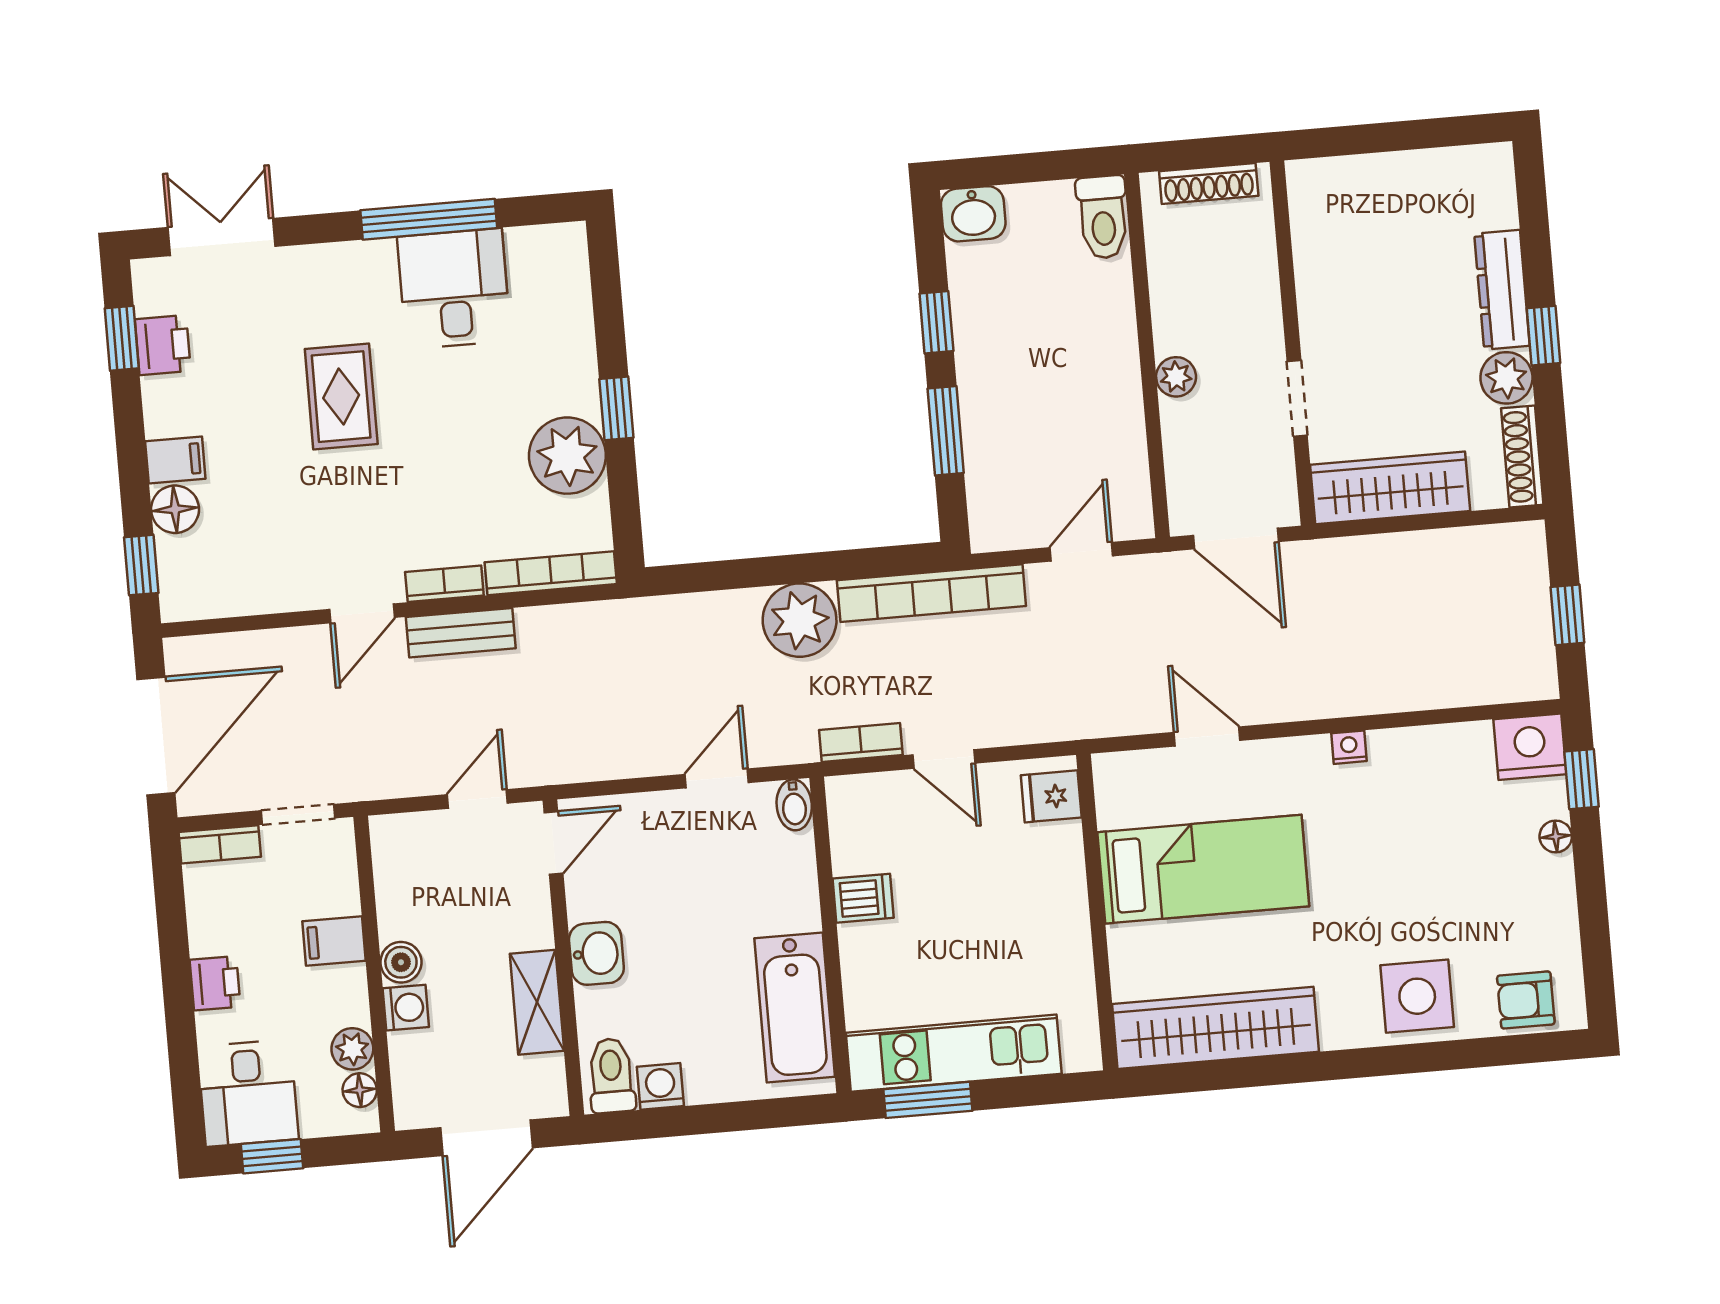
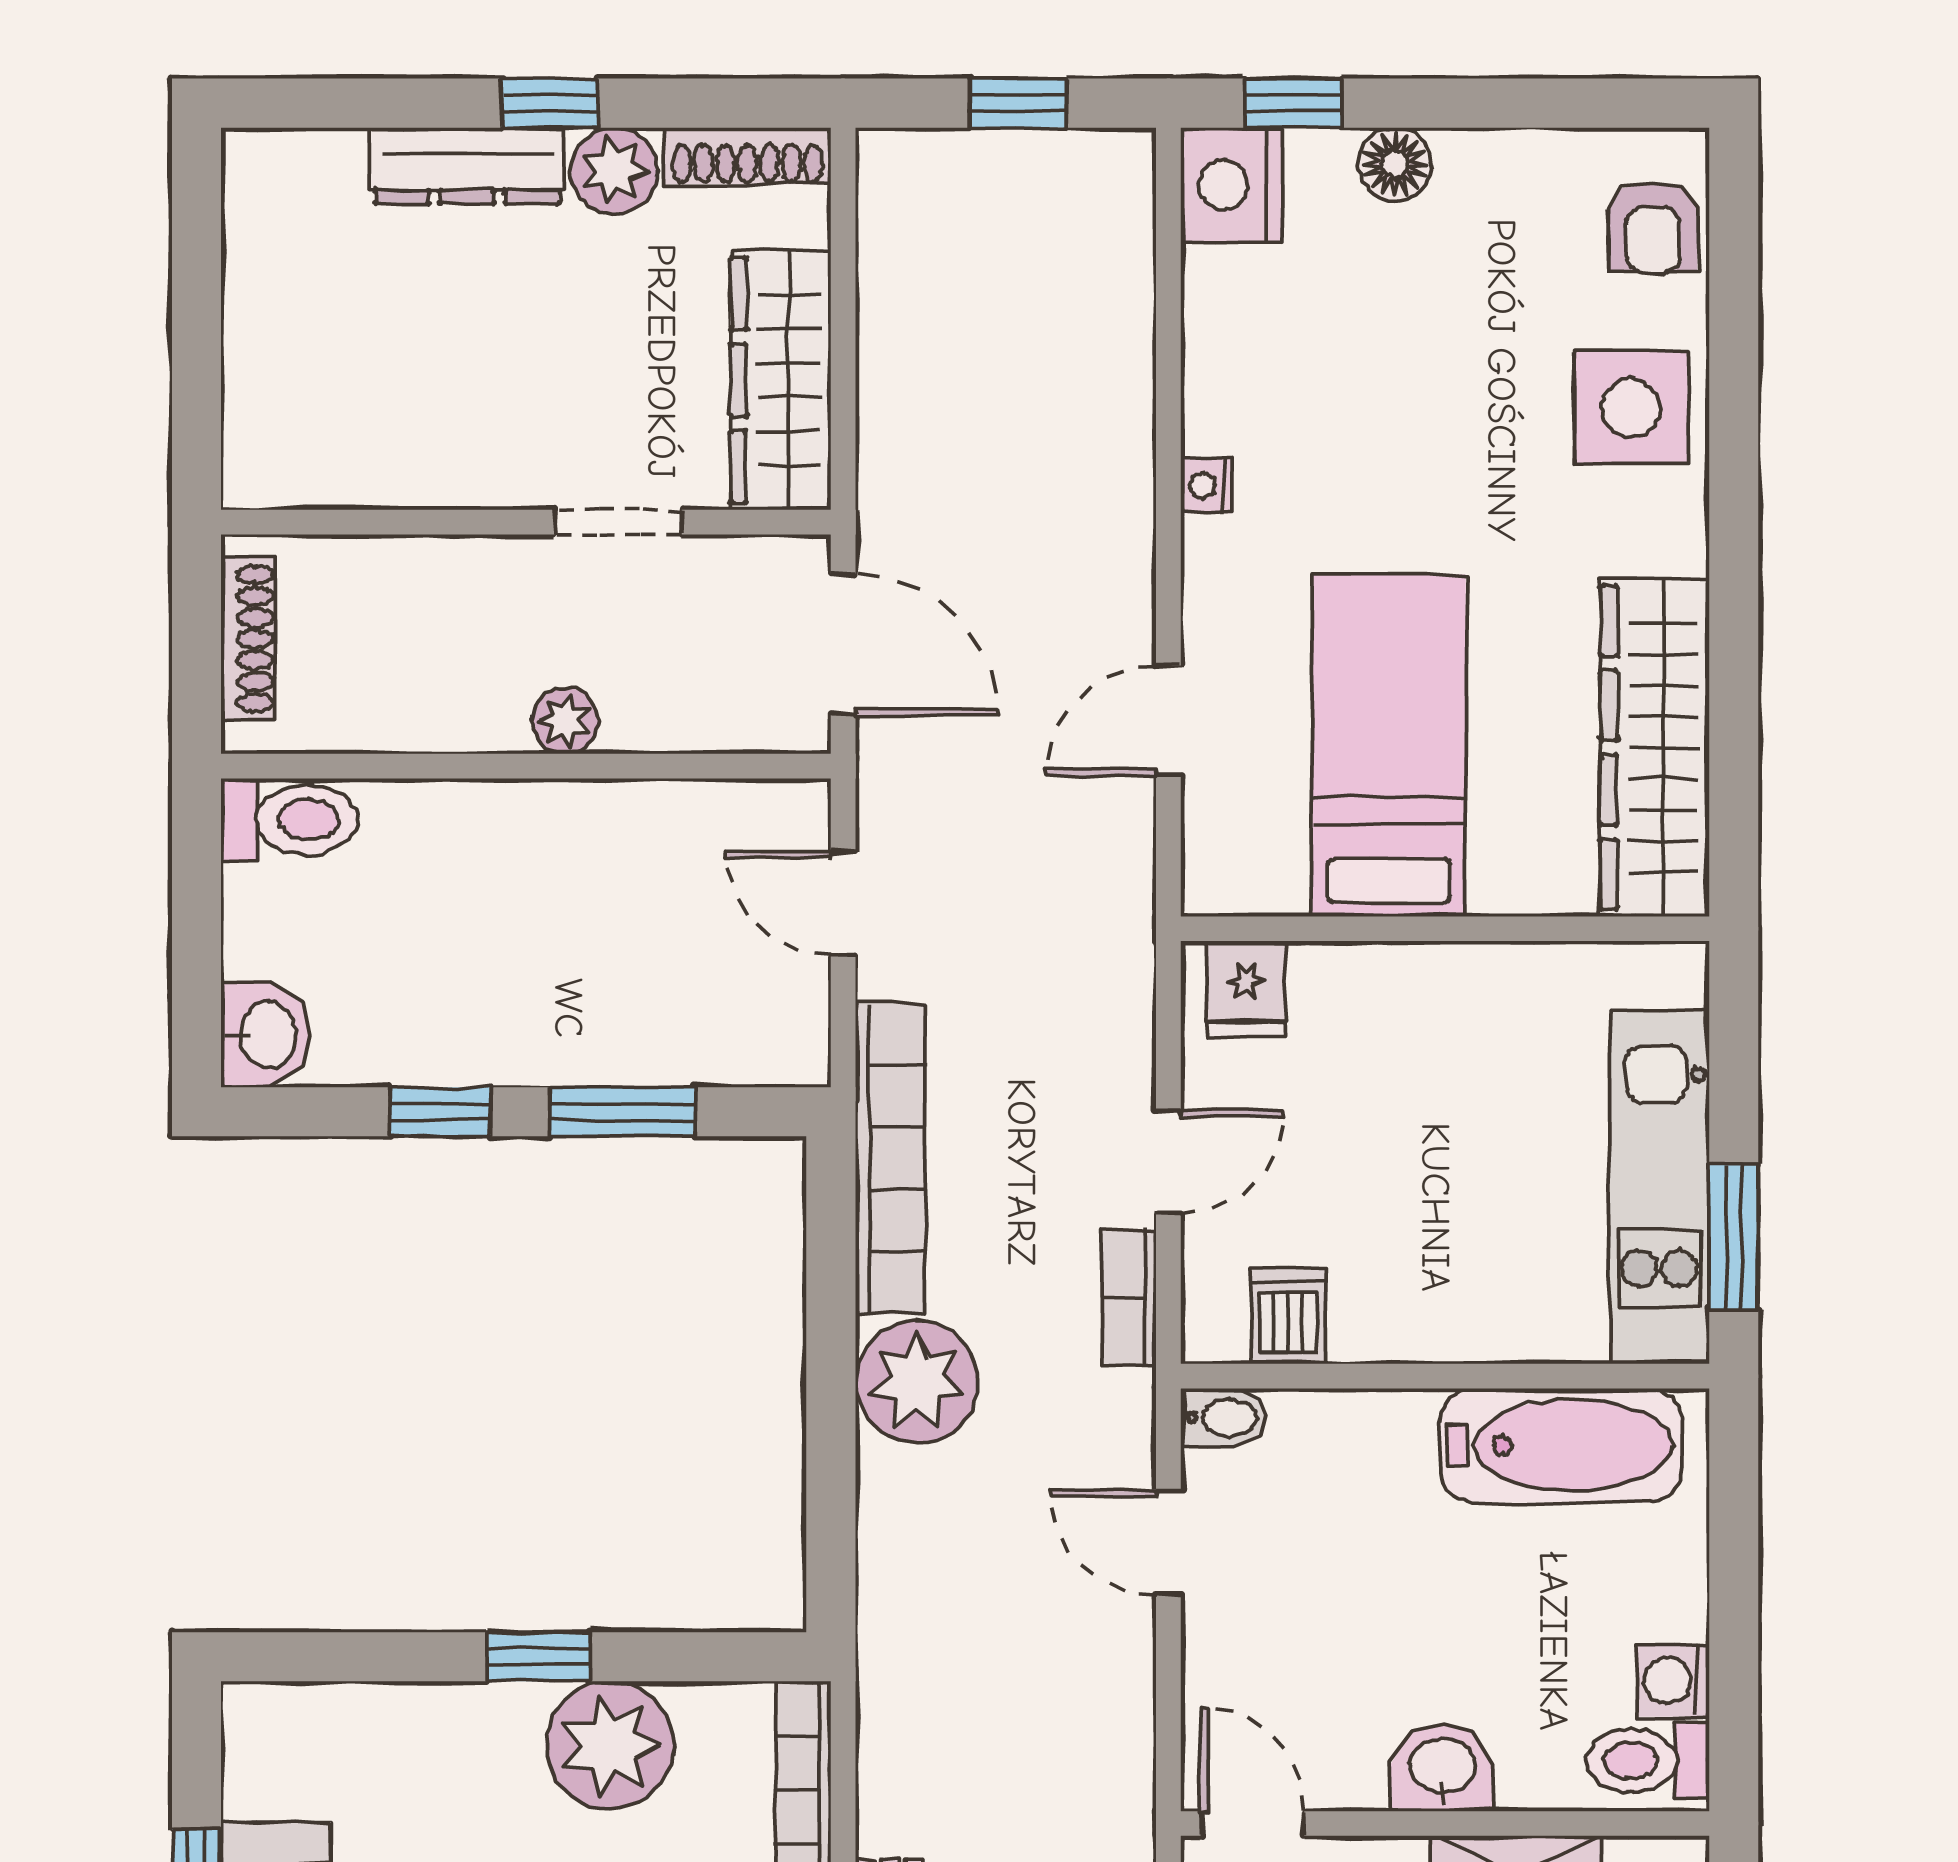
door: (1236, 538) -> (843, 644), hinge flipped
floor lamp: (1556, 836) -> (1395, 164), width x1.37, depth x1.37
dishwasher: (863, 898) -> (1288, 1316), moved

